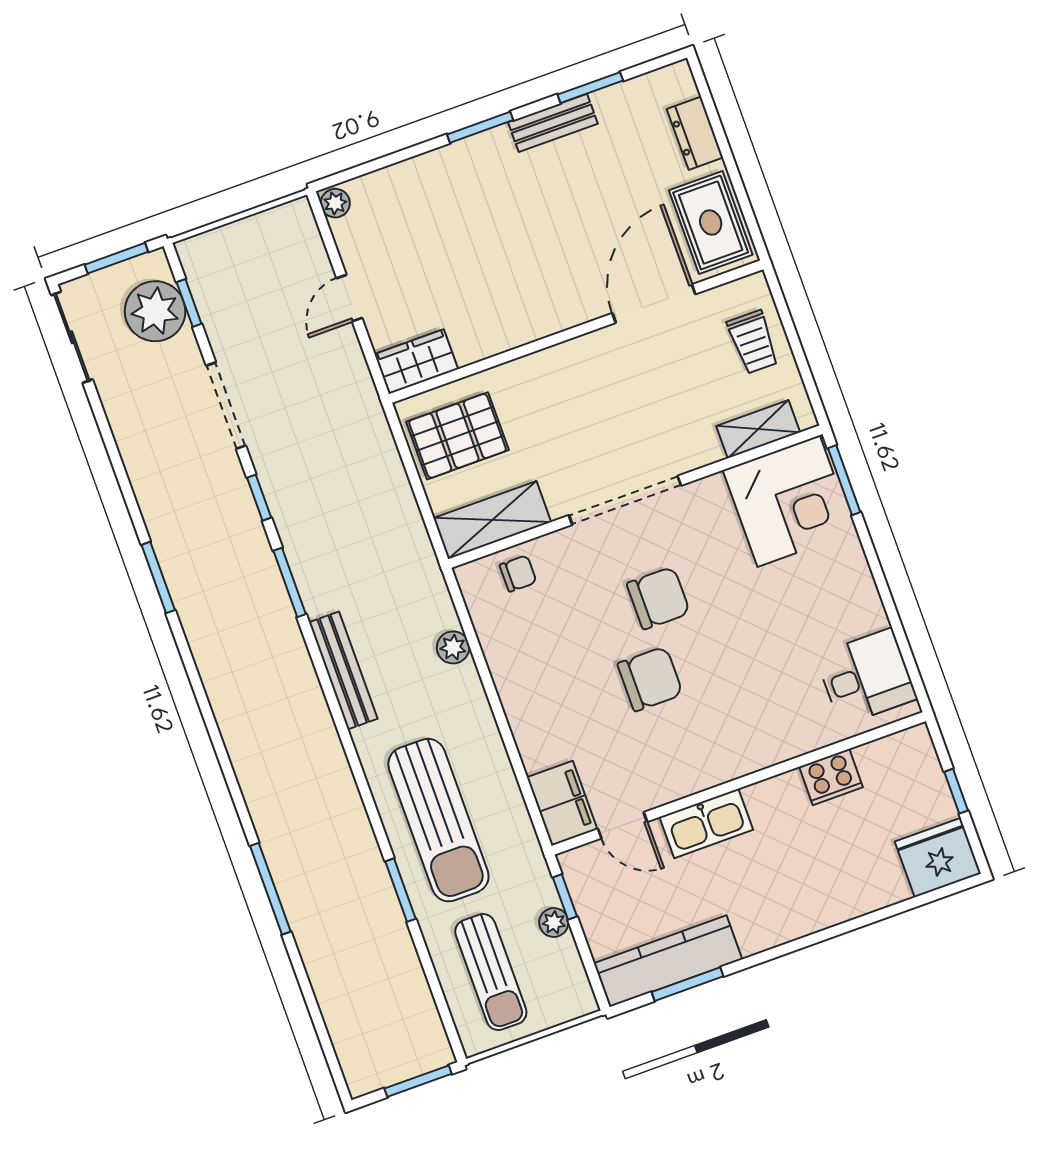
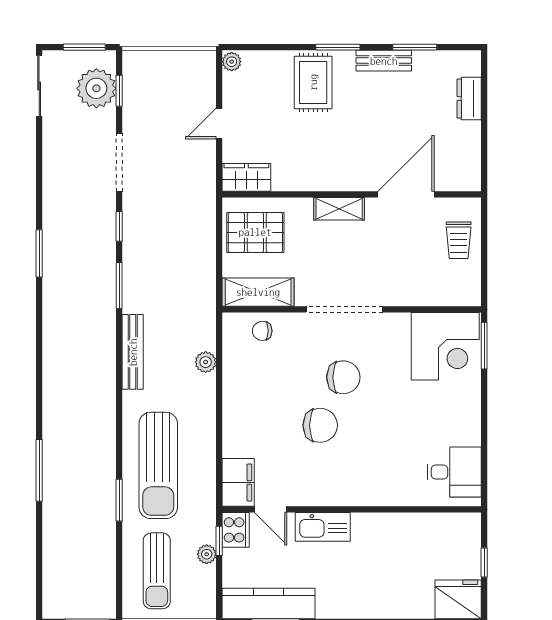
rug: (711, 223) -> (313, 82), moved
shelving: (758, 429) -> (339, 209), moved
chair: (518, 573) -> (262, 331), turned 180
cooker: (831, 777) -> (236, 530), moved, turned -90

